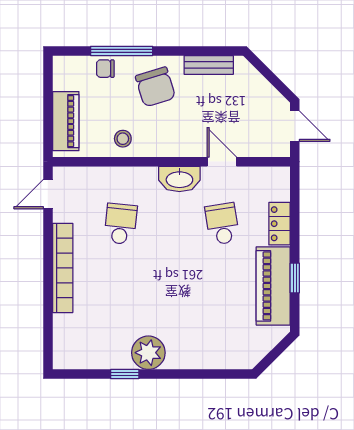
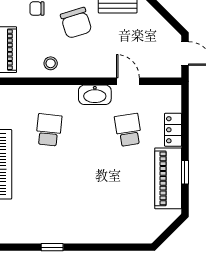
plant: (148, 353) -> (71, 230), removed

